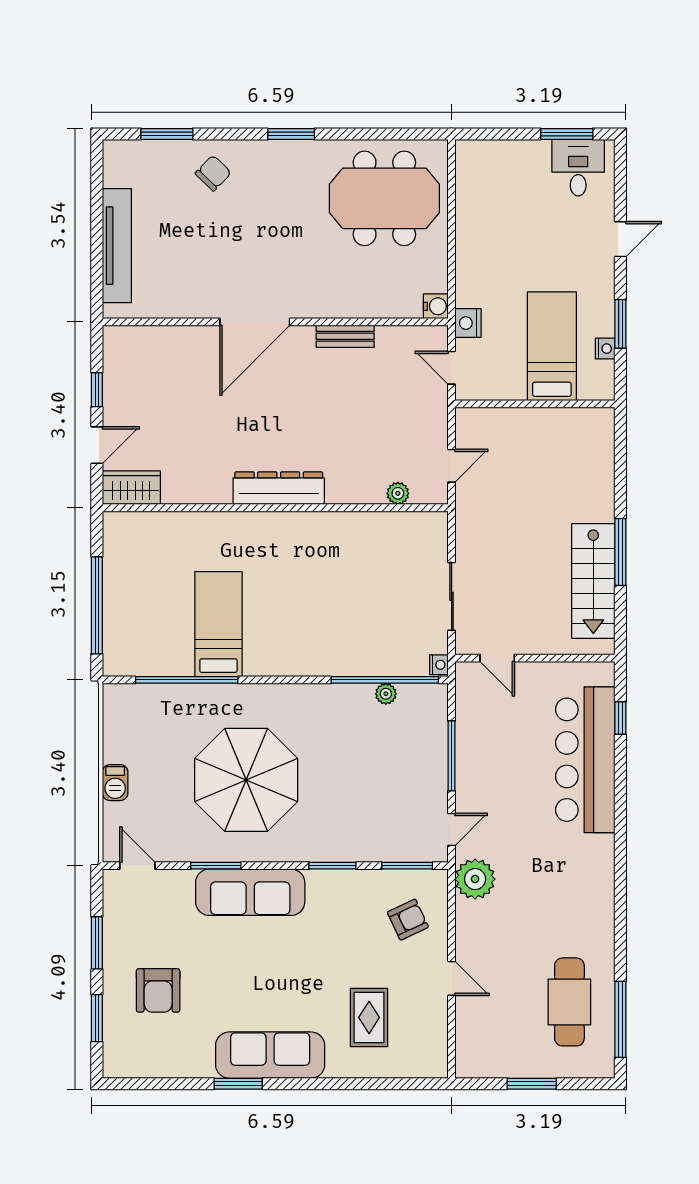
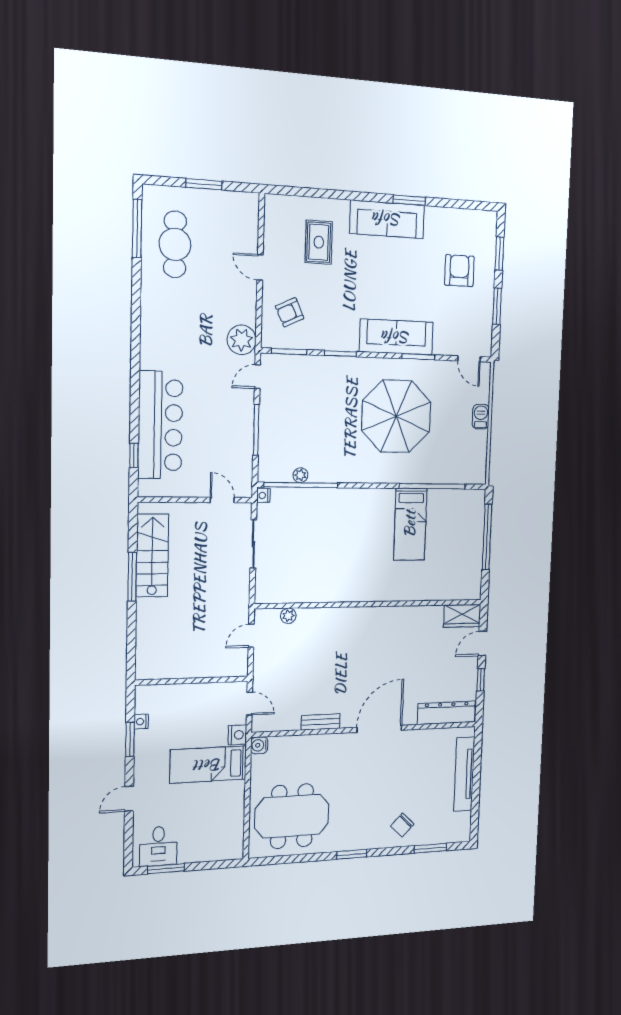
bed: (552, 346) -> (208, 765), moved, turned 90
dresser: (279, 488) -> (446, 713), moved, turned 180

